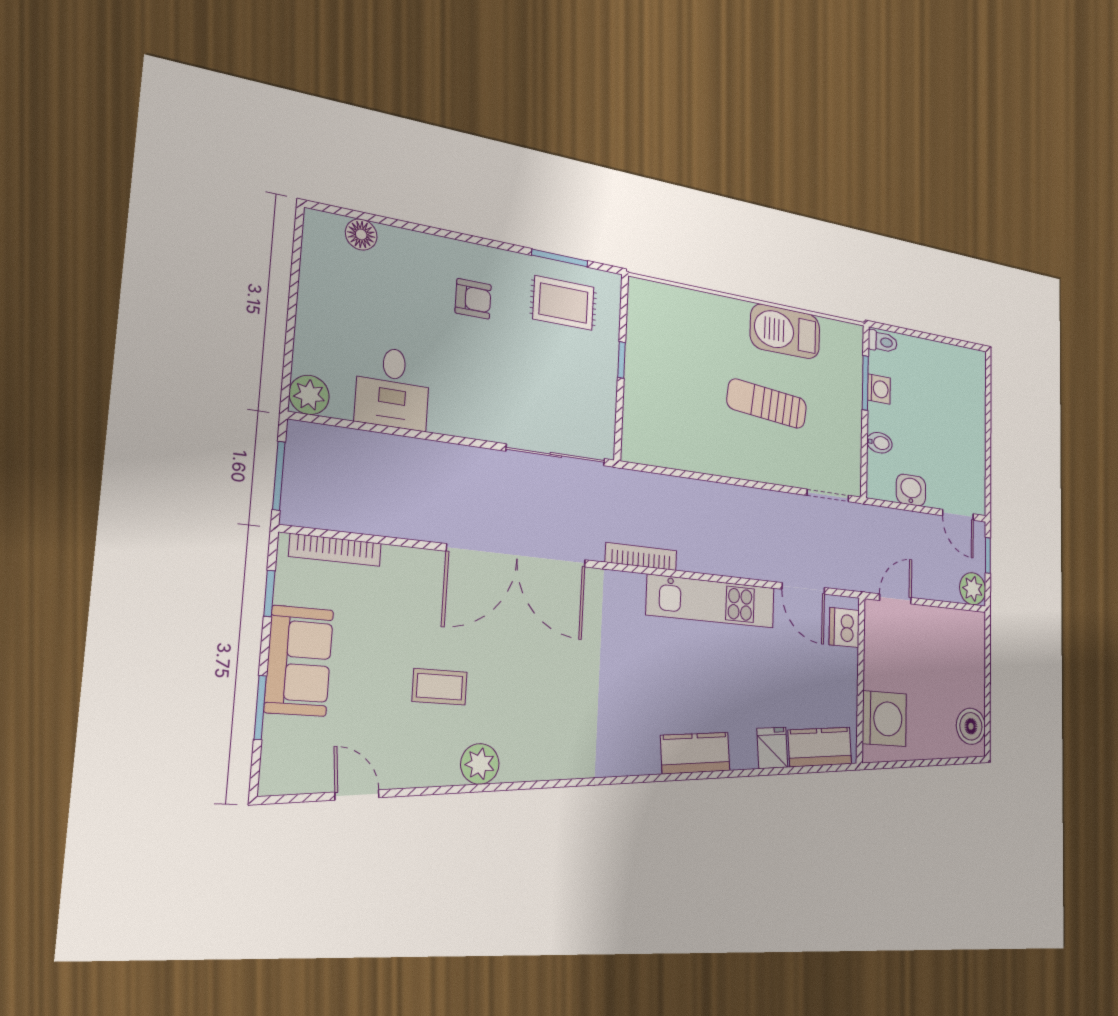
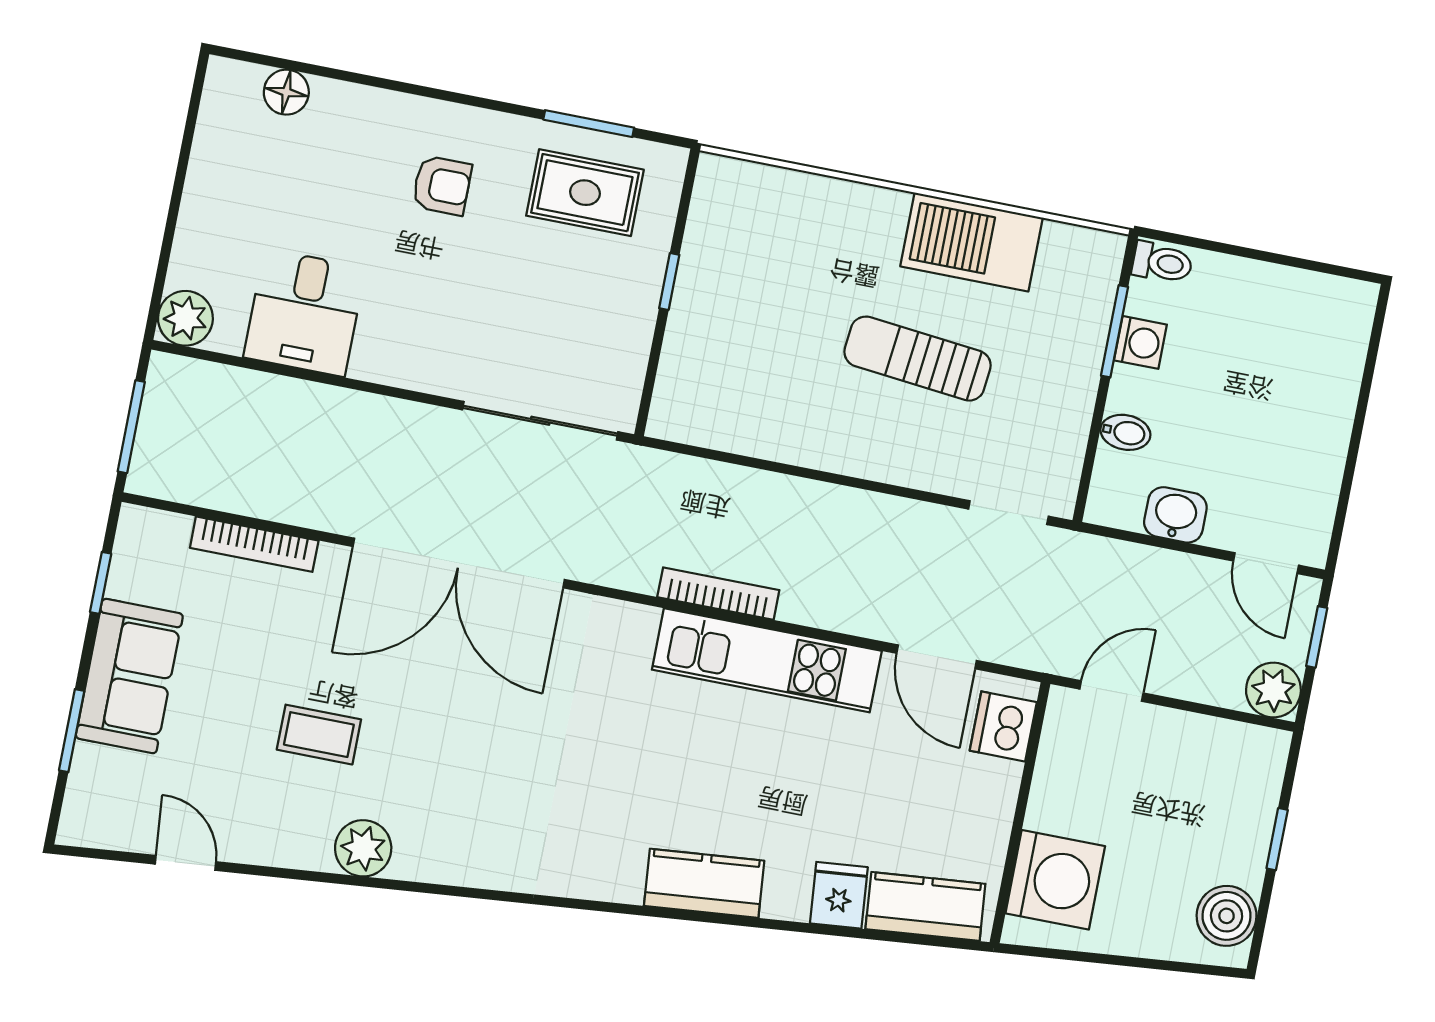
bookcase: (335, 550) -> (254, 544), moved
bookcase: (641, 556) -> (718, 594), moved
window: (988, 676) -> (1277, 839), added

